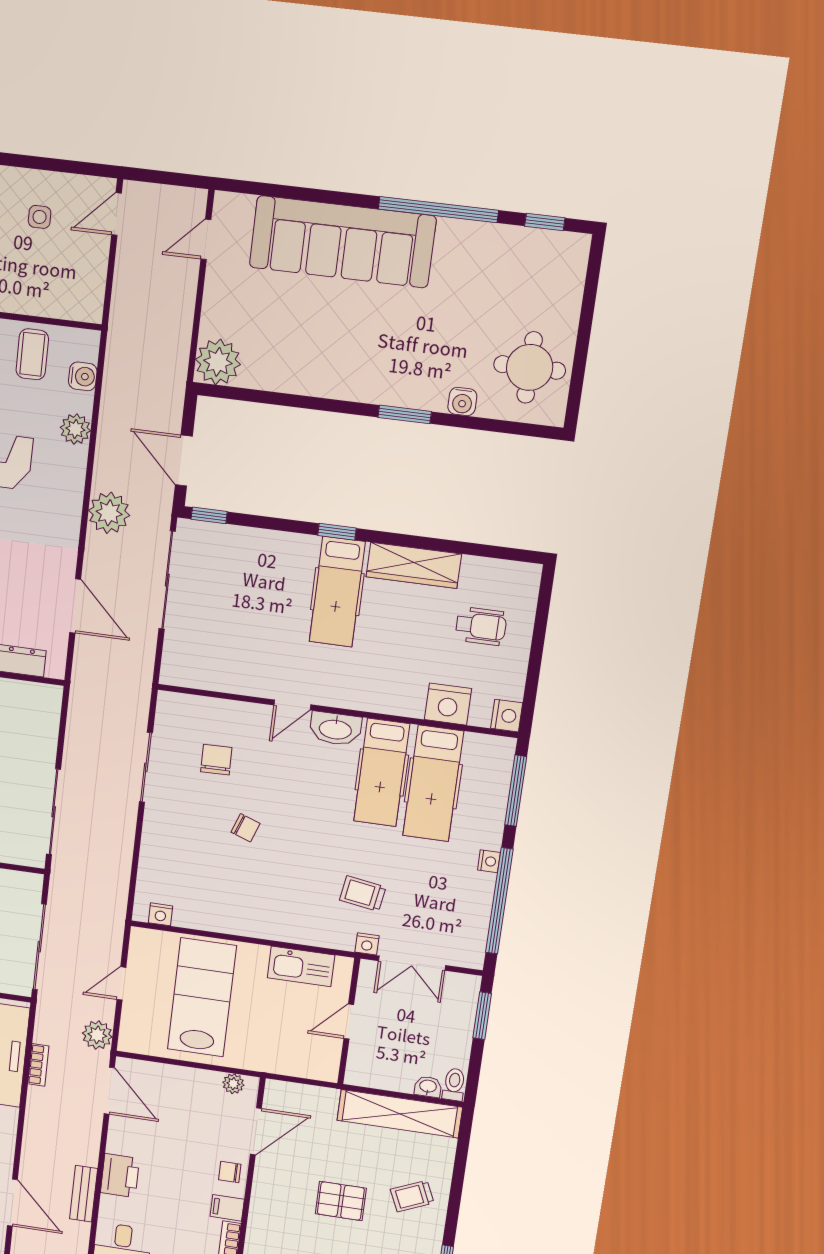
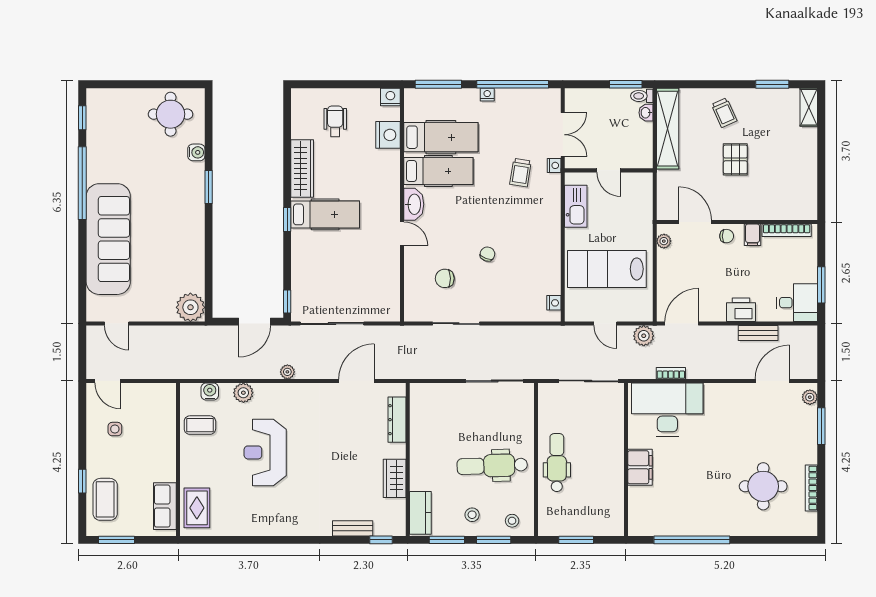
plant: (109, 513) -> (287, 372), width x0.53, depth x0.53
window: (482, 1016) -> (626, 84), moved
chair: (230, 1172) -> (727, 236), turned -90

